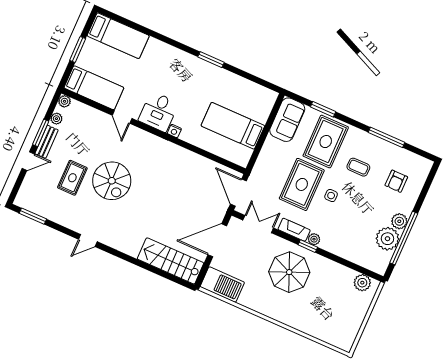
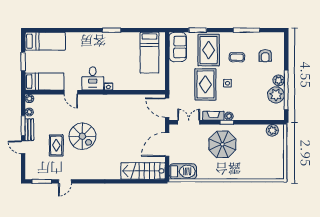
bed: (233, 126) -> (149, 53), moved, turned -90
door: (28, 161) -> (23, 147), swing flipped
door: (88, 241) -> (65, 181), moved

